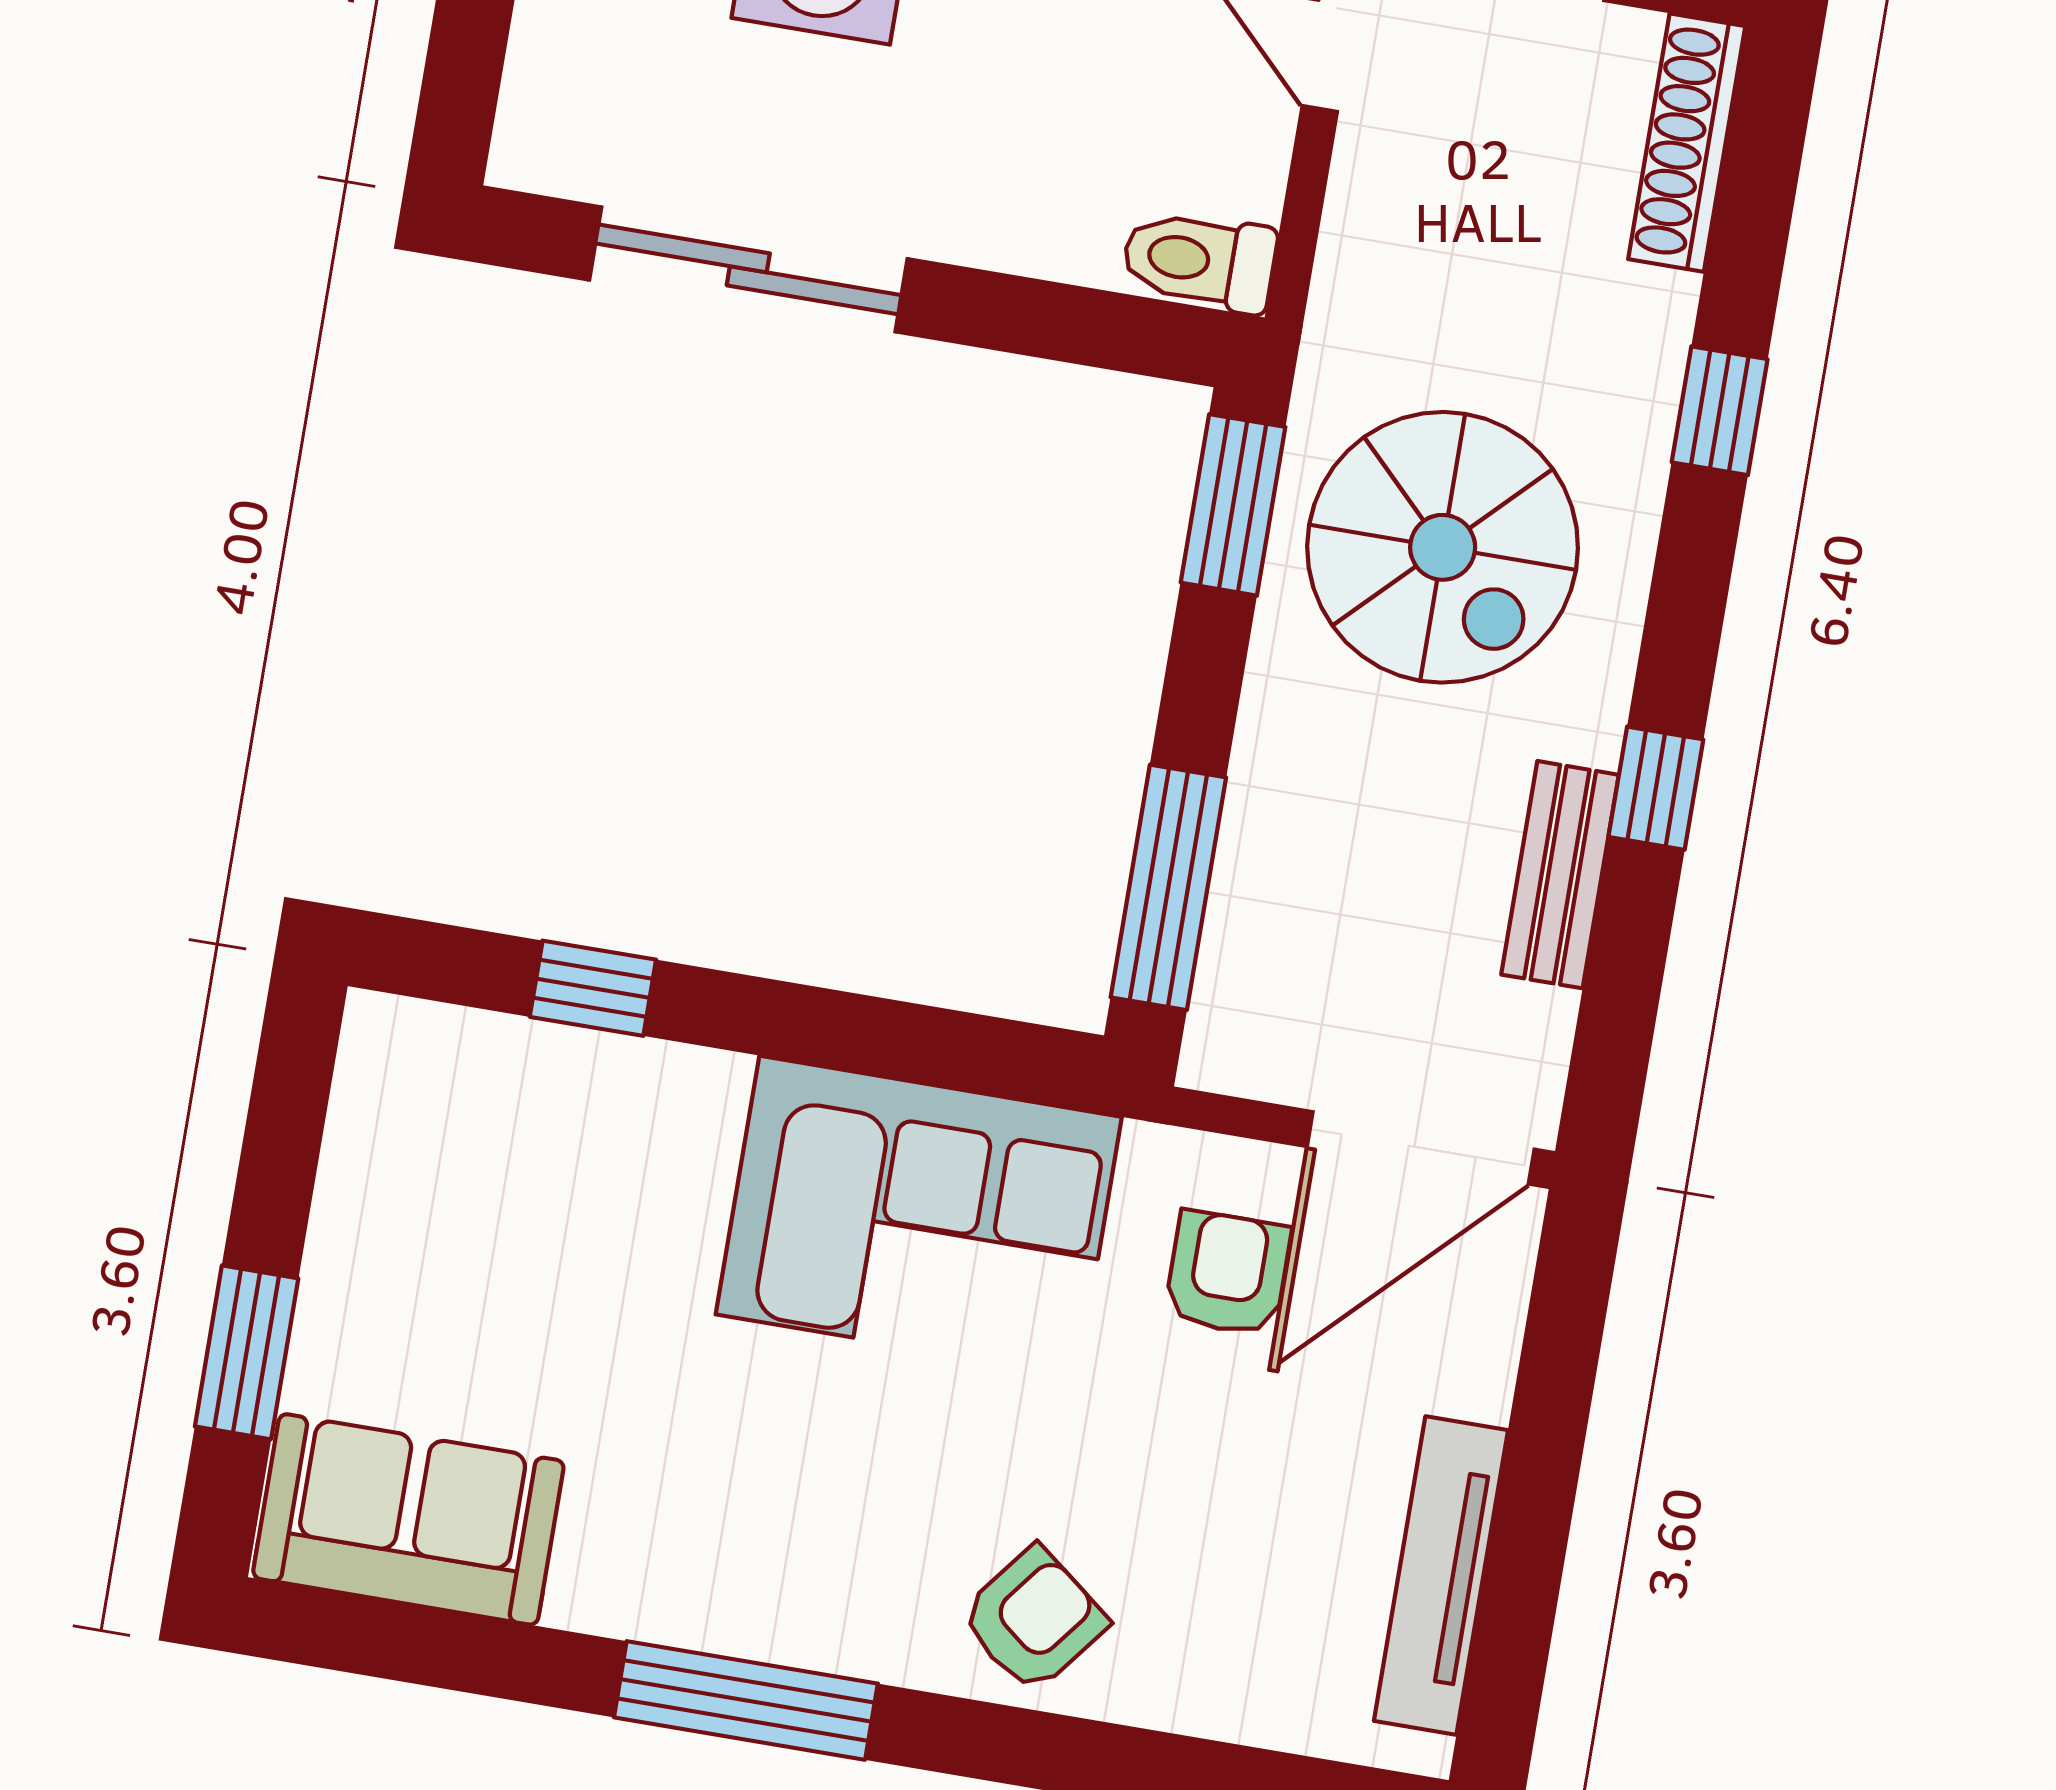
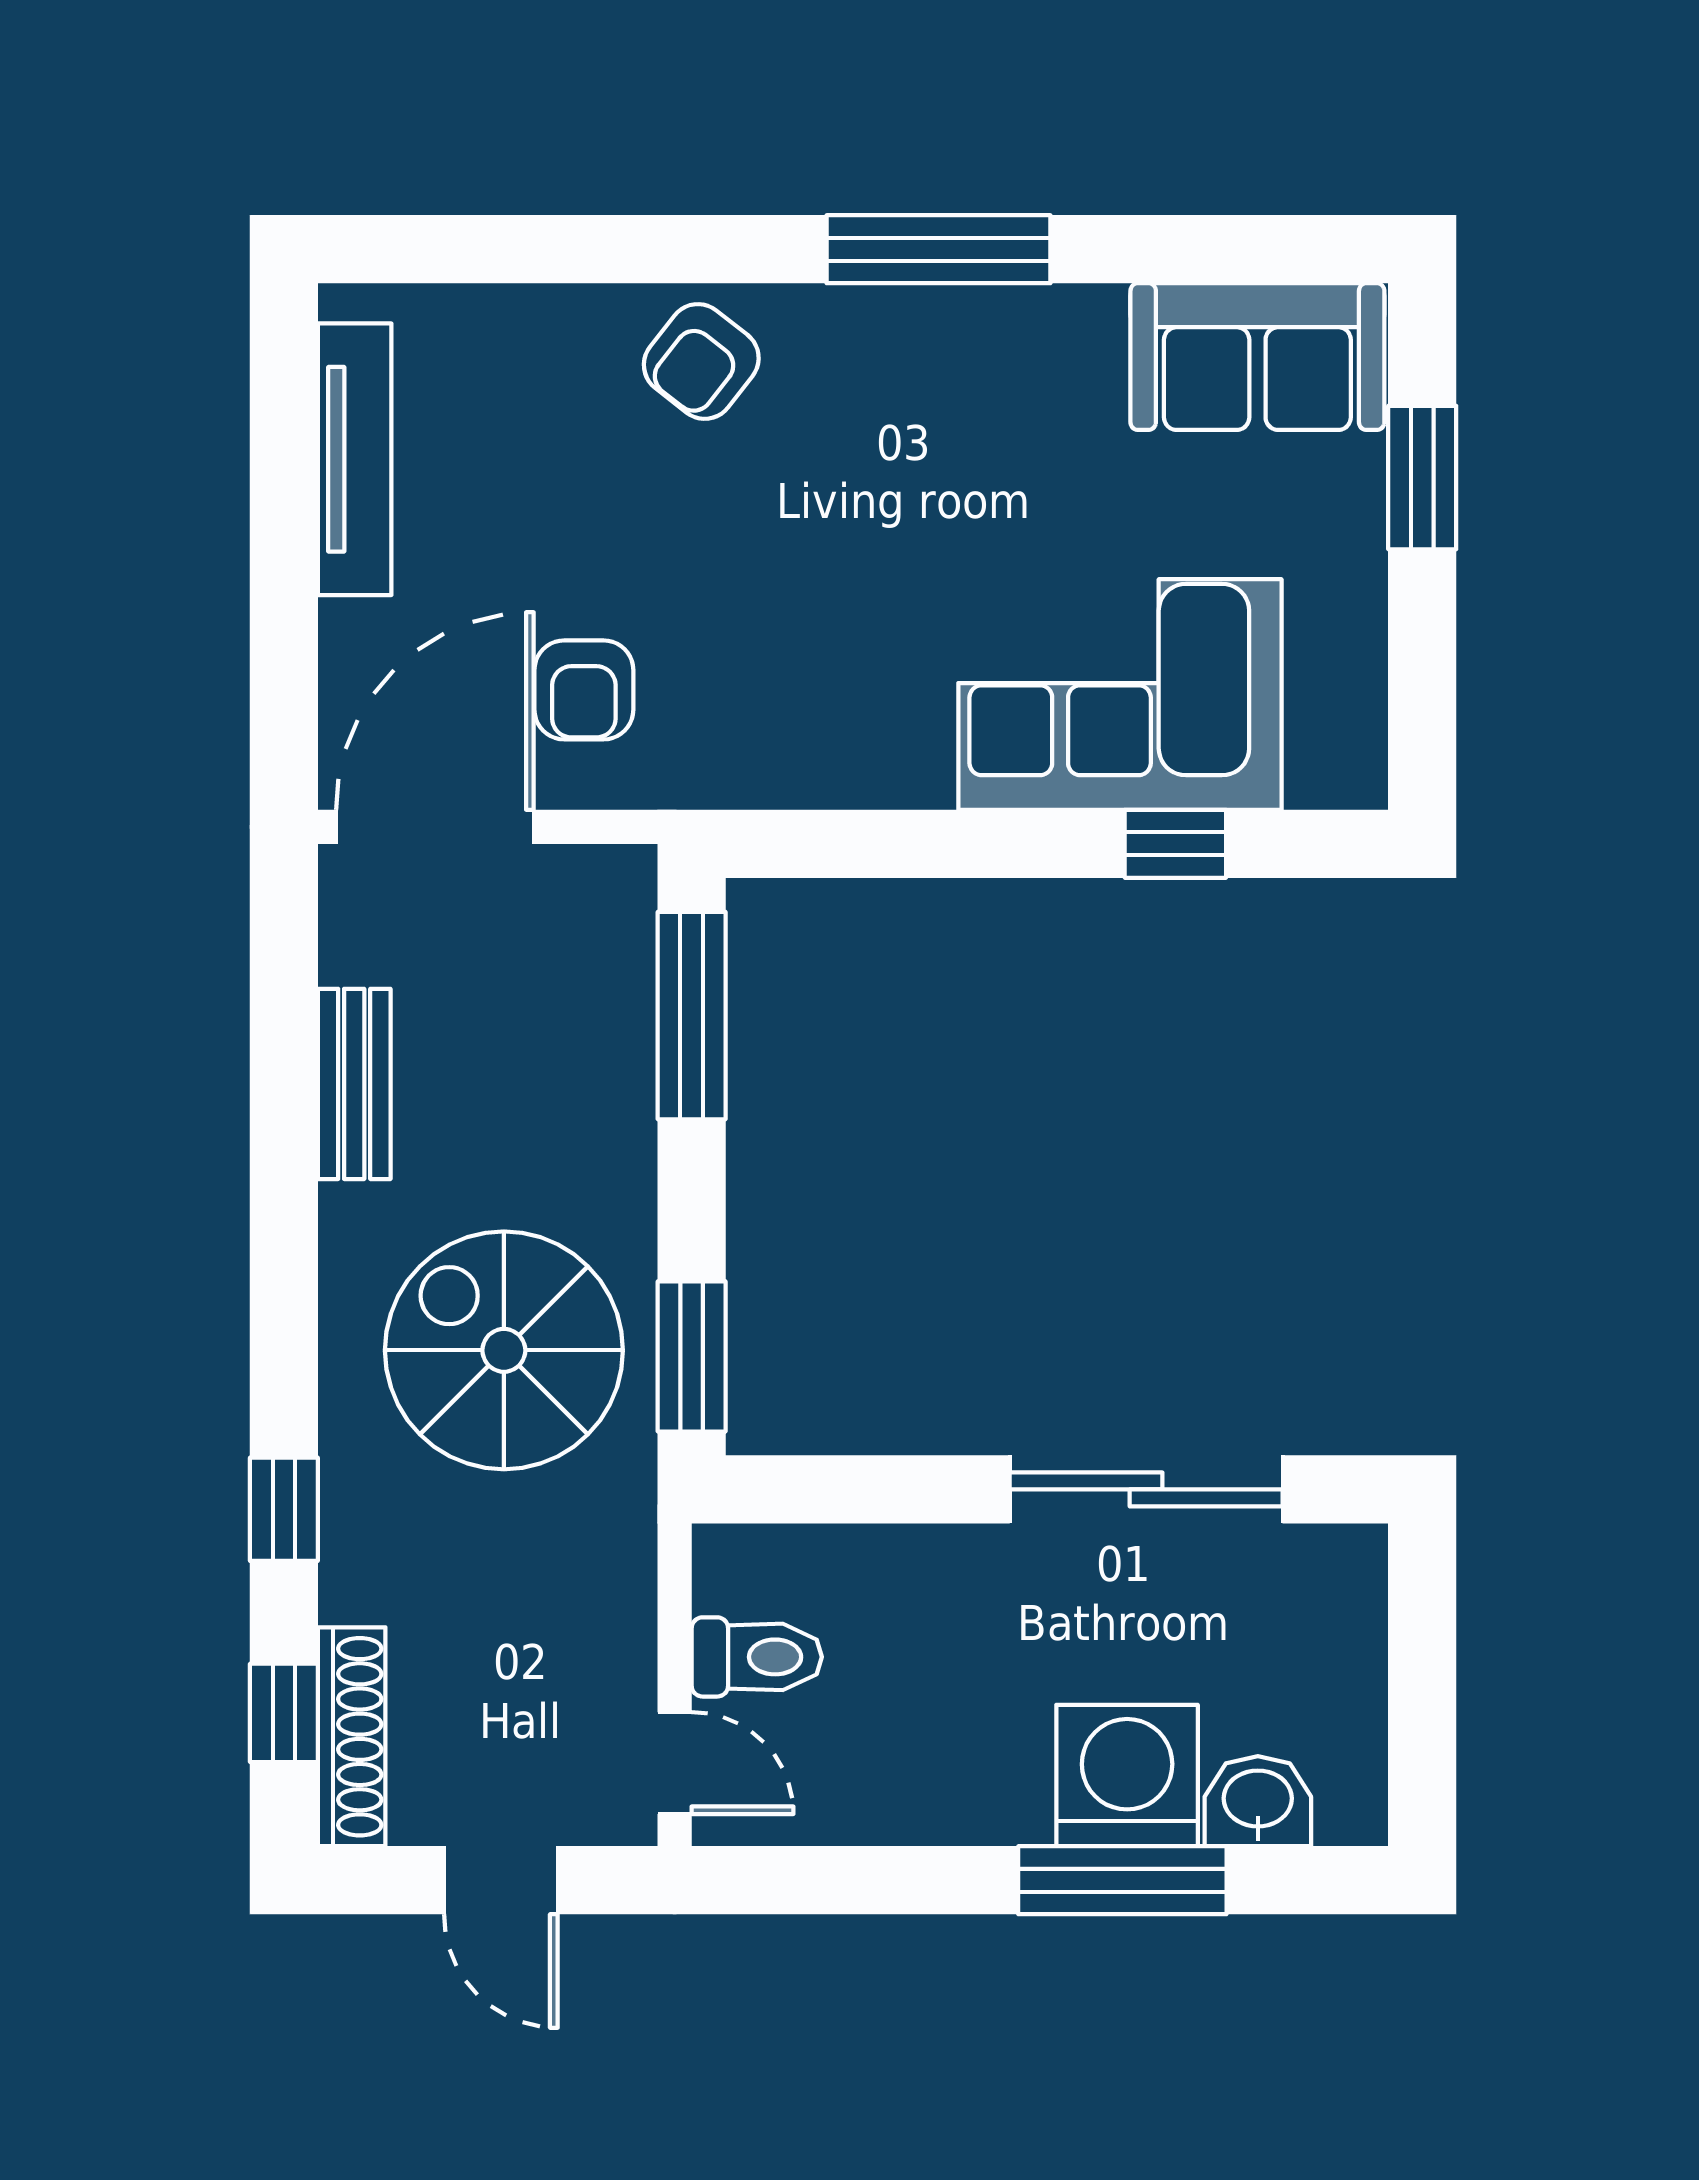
toilet: (1199, 261) -> (757, 1657), moved
window: (1656, 788) -> (284, 1713), moved
corner sofa: (919, 1216) -> (1120, 695), moved

